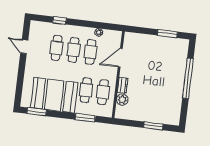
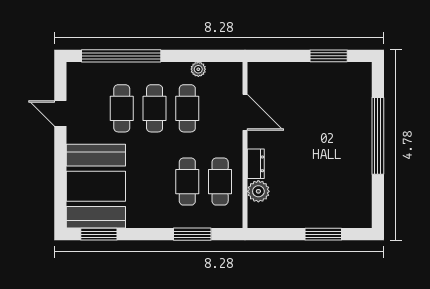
window: (59, 20) -> (121, 56), width x3.17
door: (120, 58) -> (245, 112), swing flipped
booth: (54, 95) -> (96, 186), moved, turned 90

